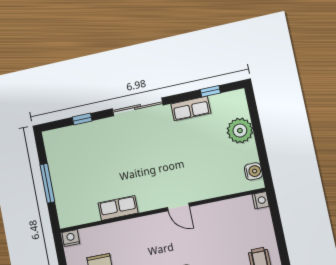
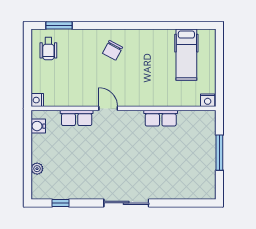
row of seats: (191, 108) -> (77, 118), moved, turned 180
window: (82, 119) -> (177, 203), removed
plant: (240, 131) -> (37, 169), width x0.53, depth x0.53

